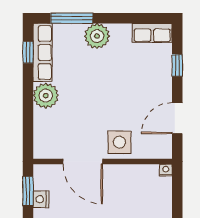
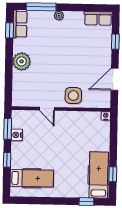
plant: (97, 36) -> (59, 16), width x0.53, depth x0.53
row of seats: (42, 53) -> (20, 24), width x0.68
door: (83, 162) -> (47, 109), width x0.53

